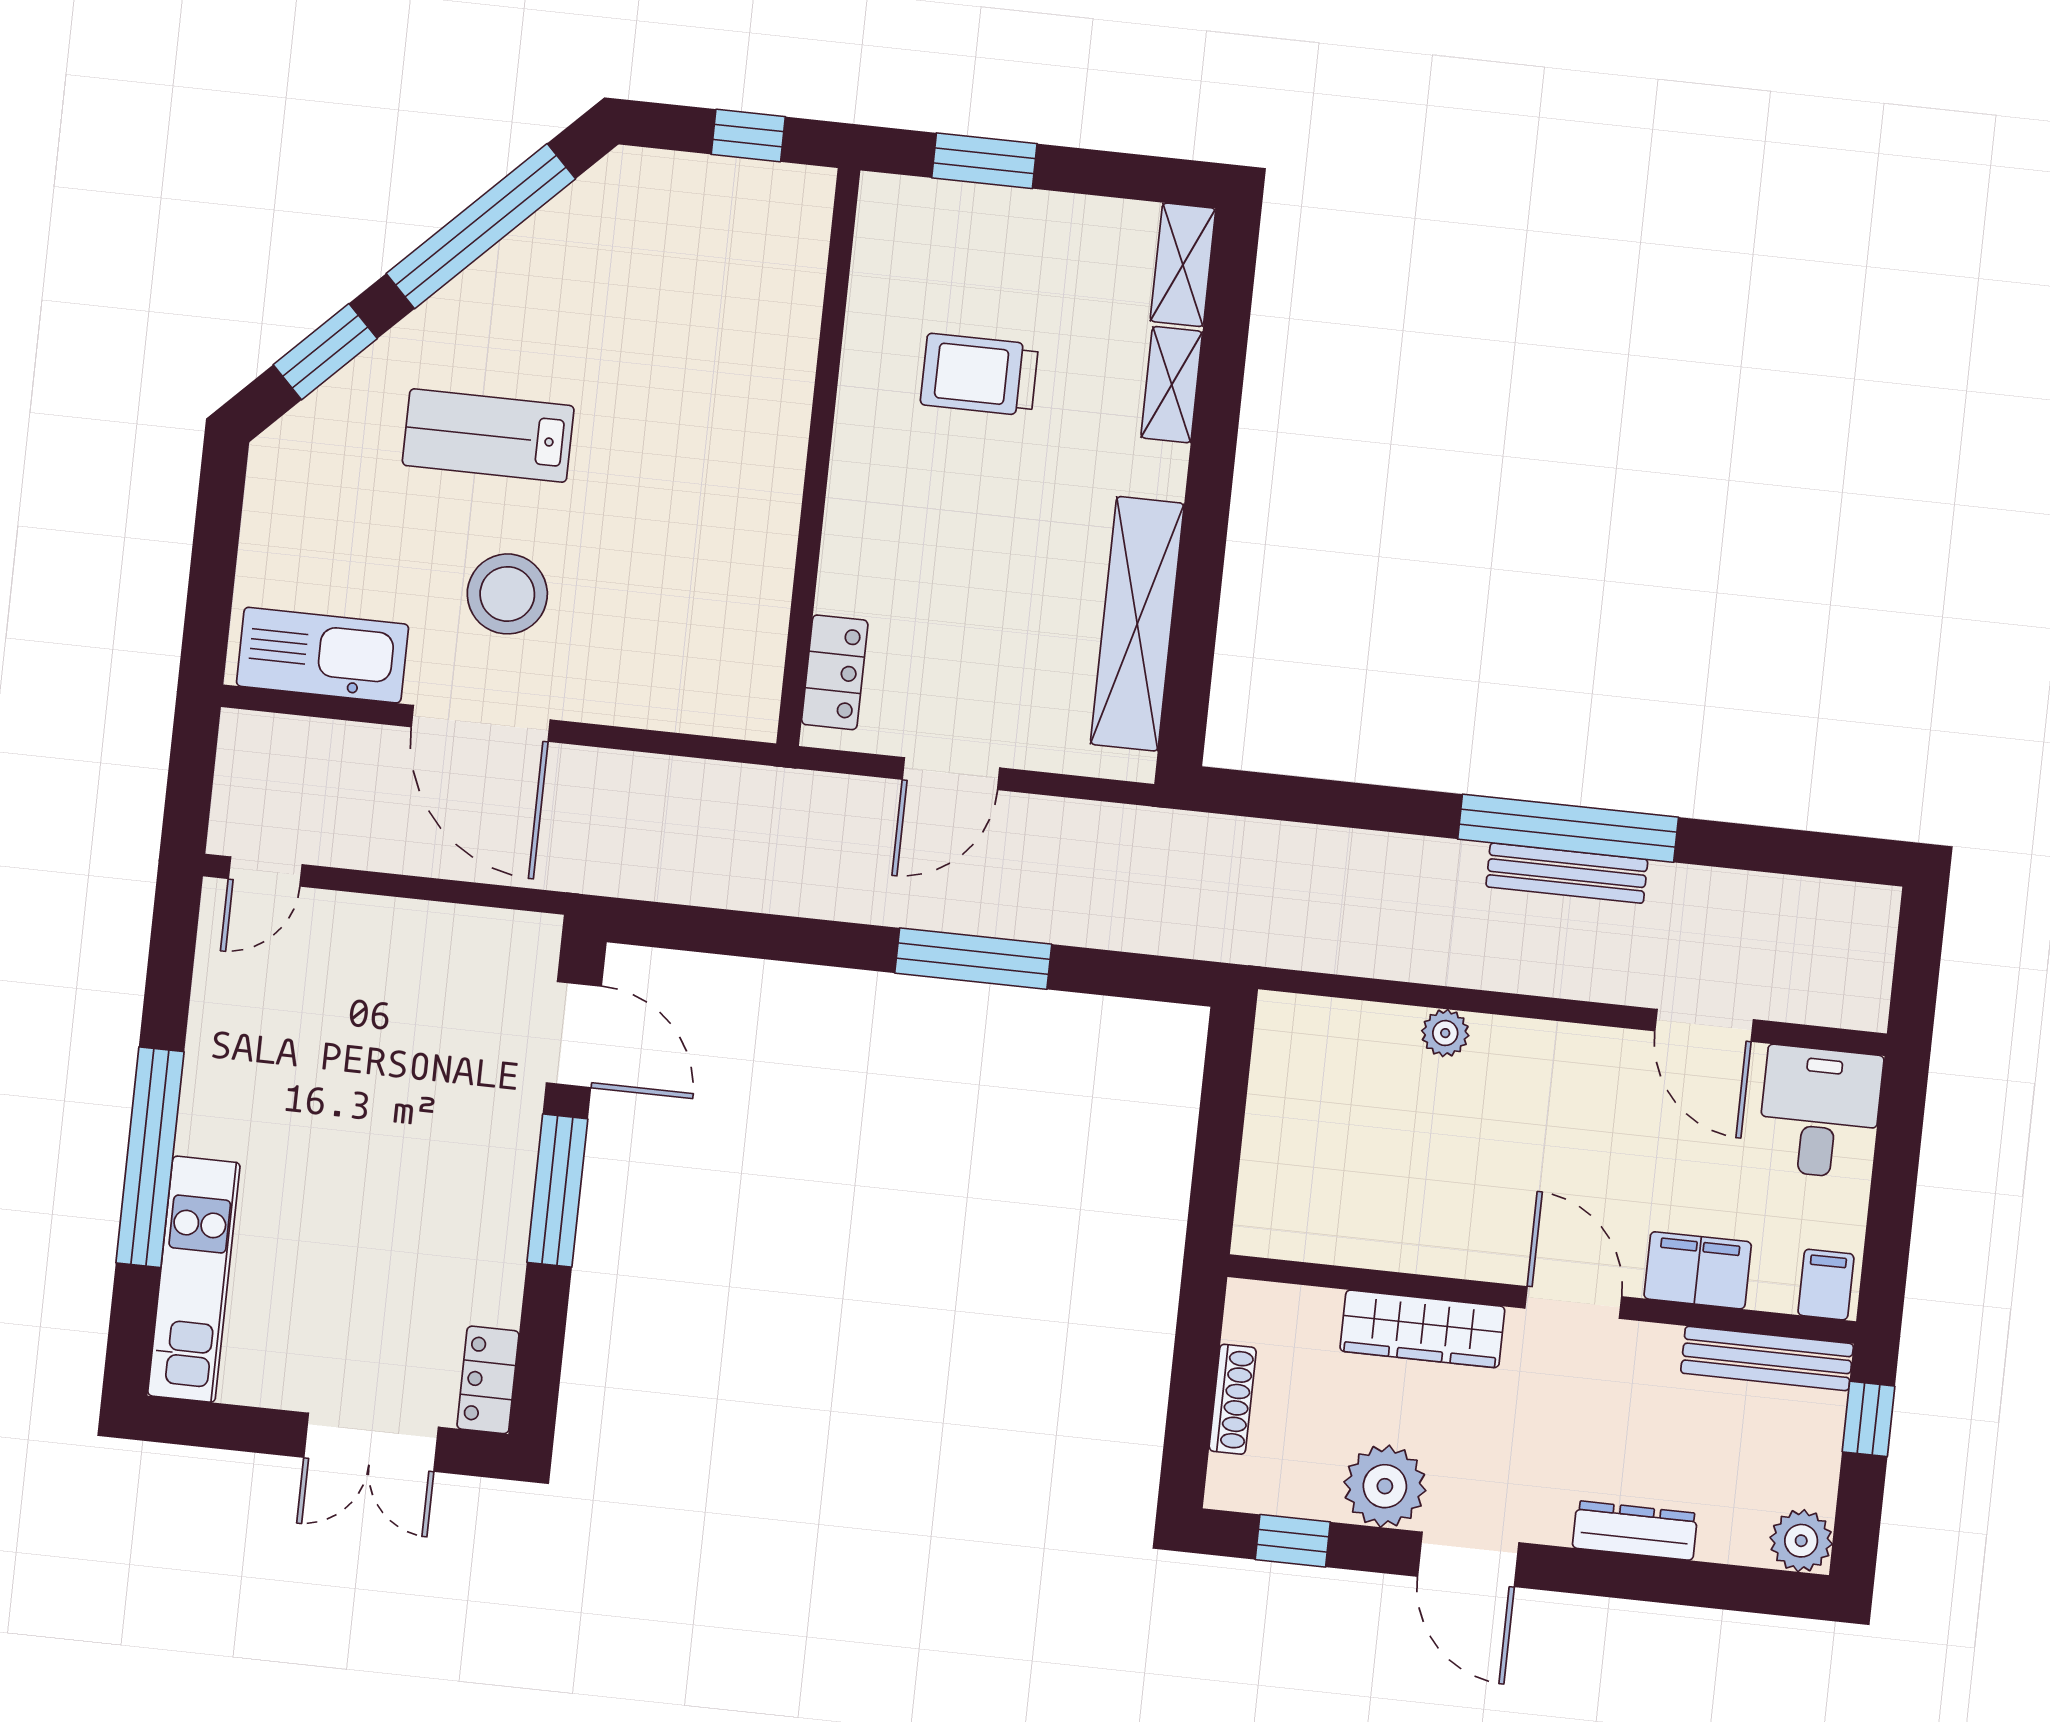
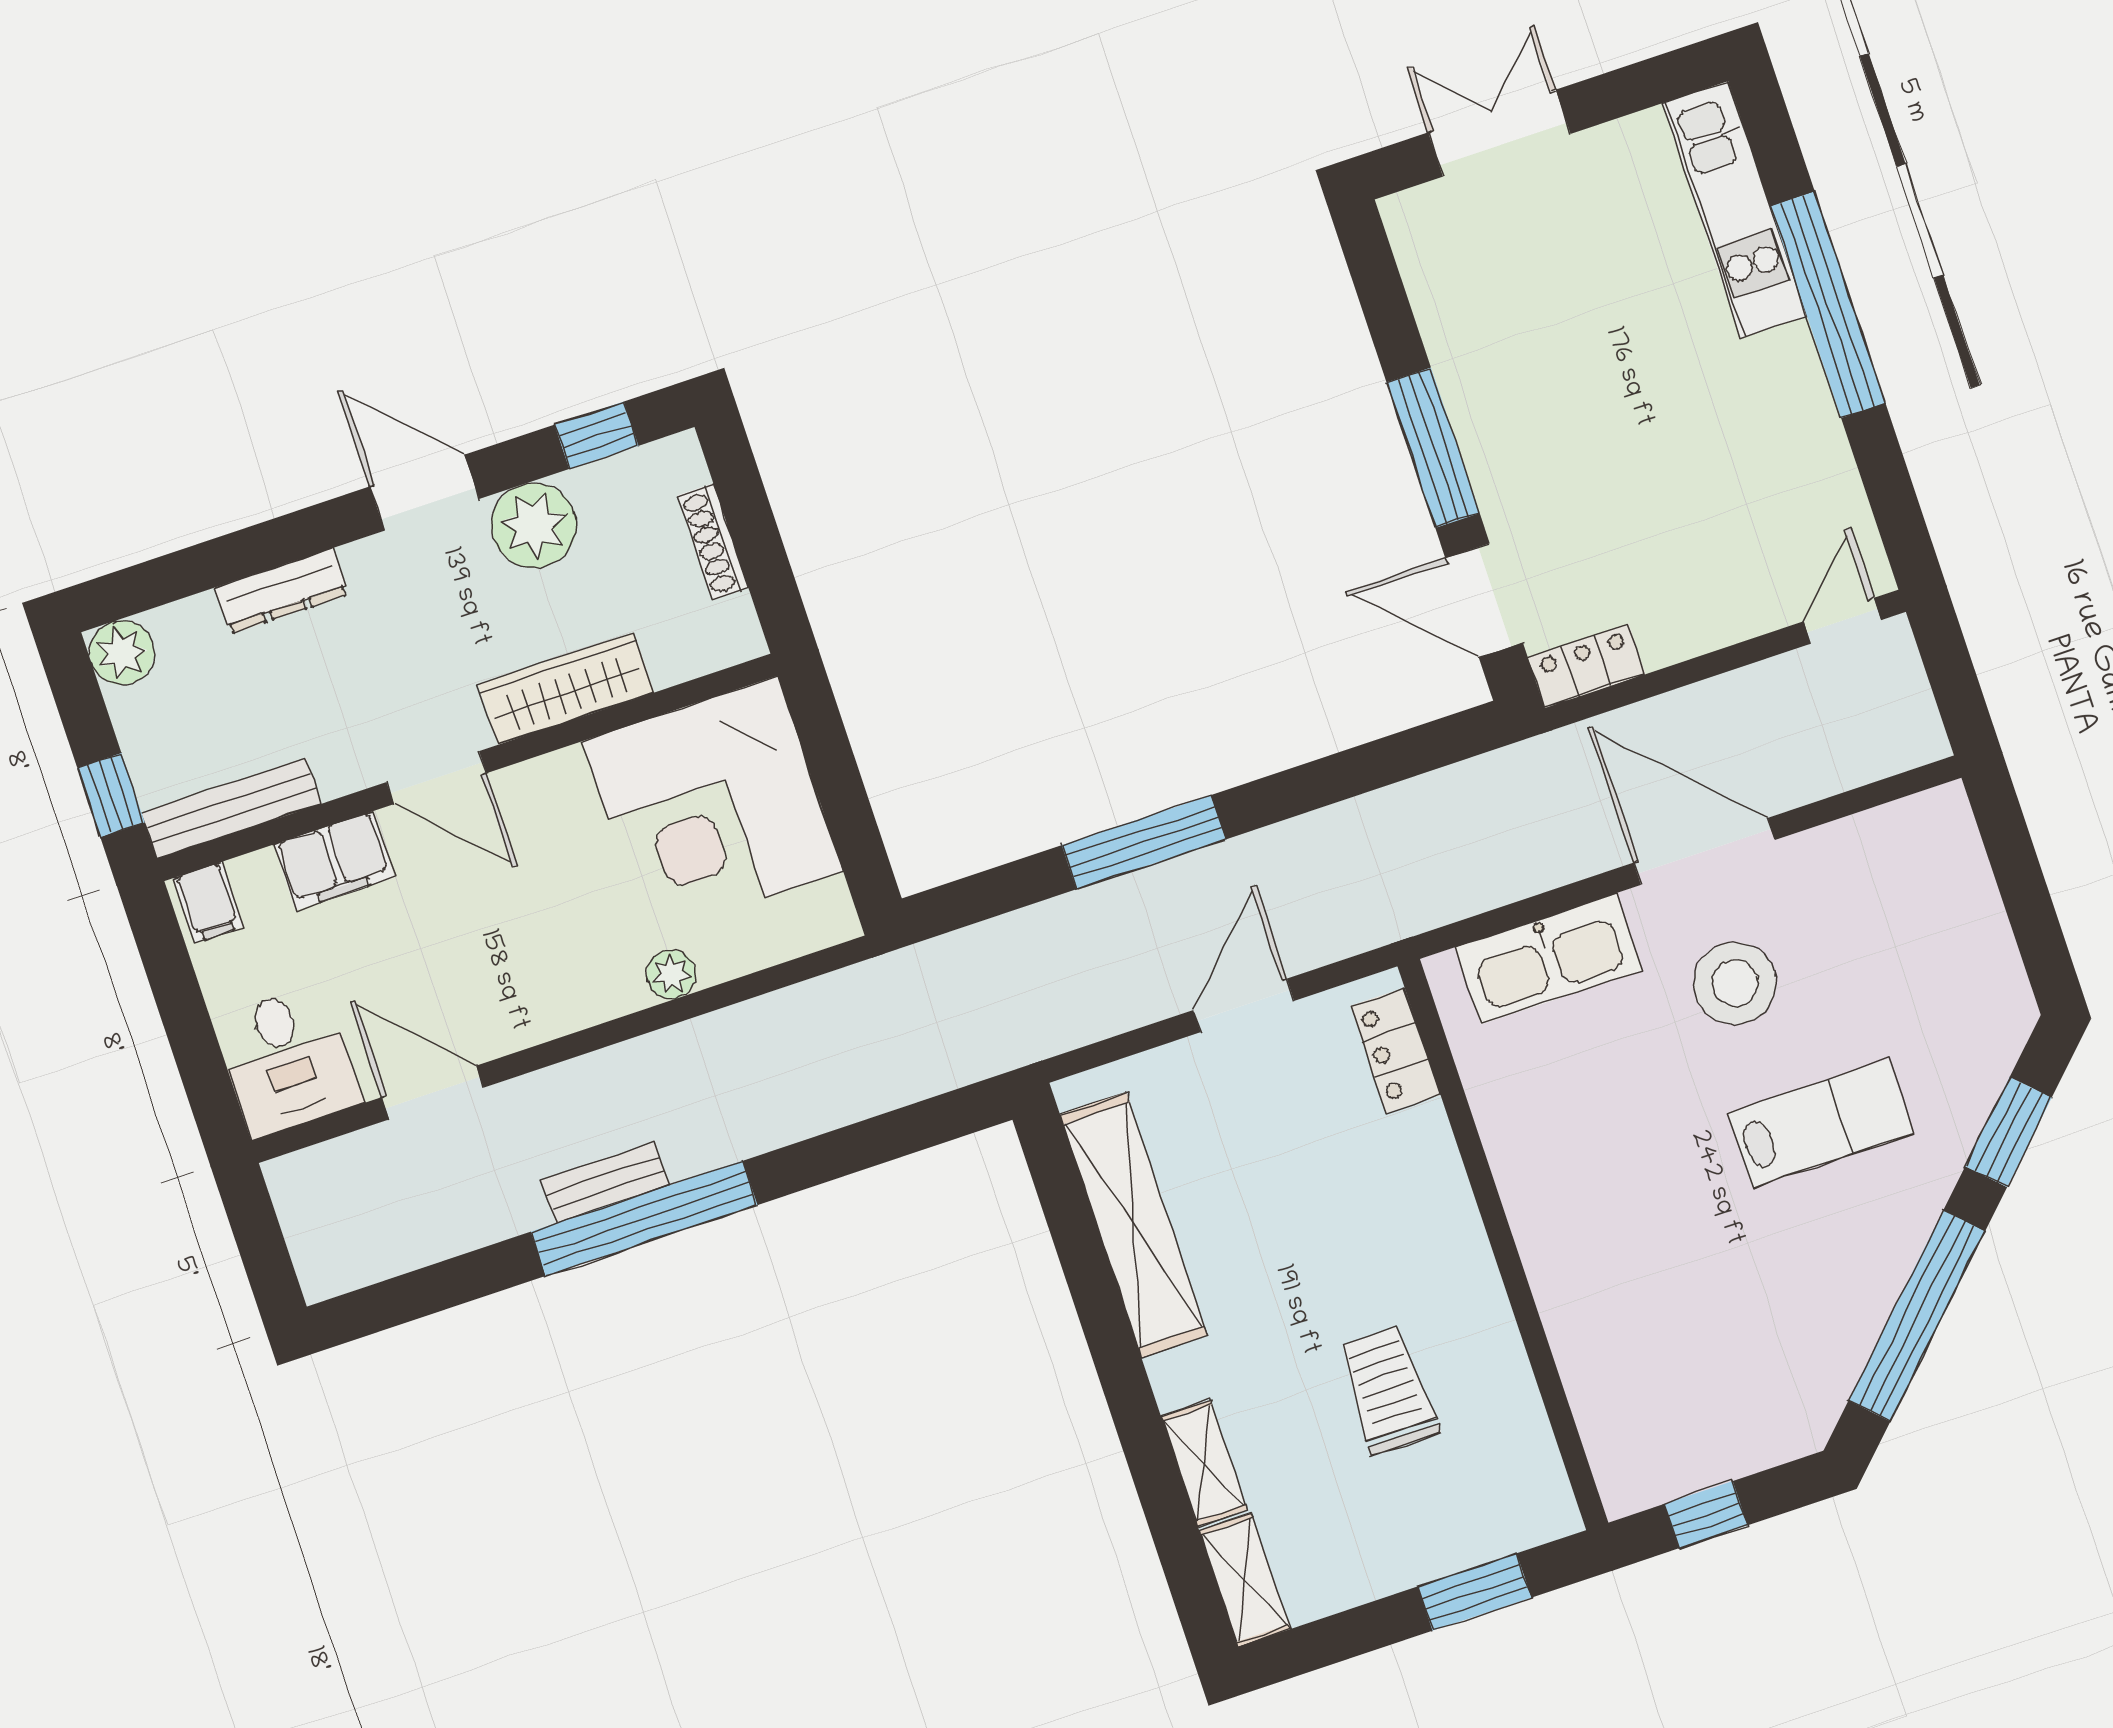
trolley: (979, 375) -> (1388, 1390), turned -90
kitchen sink: (323, 655) -> (1549, 959), moved
bench: (1567, 873) -> (605, 1183), width x0.73
corner desk: (1340, 1165) -> (713, 806), added
locker: (488, 1380) -> (1587, 666), moved, turned -90

